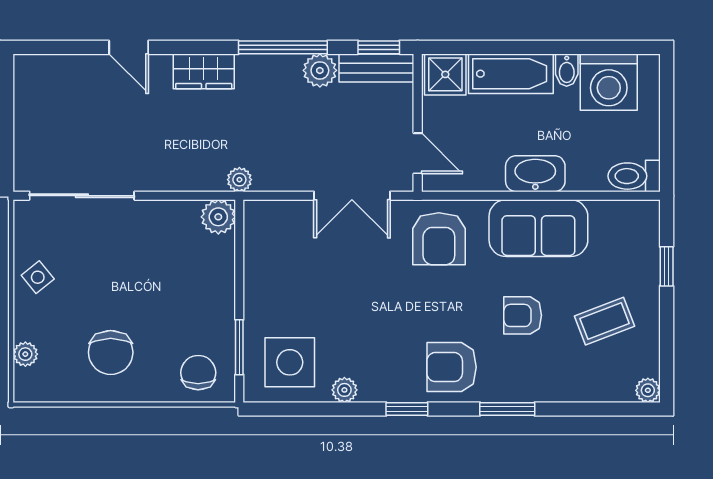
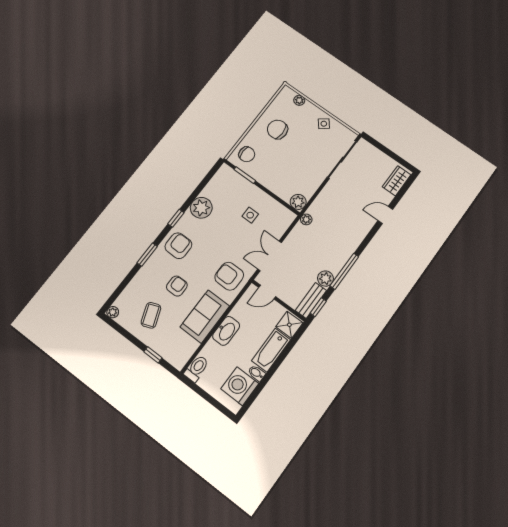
wardrobe: (204, 71) -> (397, 181), moved
side table: (290, 362) -> (250, 215), moved, width x0.54, depth x0.54
plant: (344, 390) -> (201, 208), width x1.87, depth x1.87

